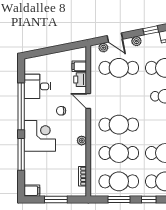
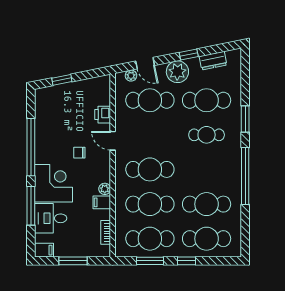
plant: (136, 41) -> (177, 72), width x1.88, depth x1.88
window: (47, 51) -> (62, 80), added
filing cabinet: (79, 66) -> (102, 202), moved
desk: (37, 86) -> (51, 218), moved

